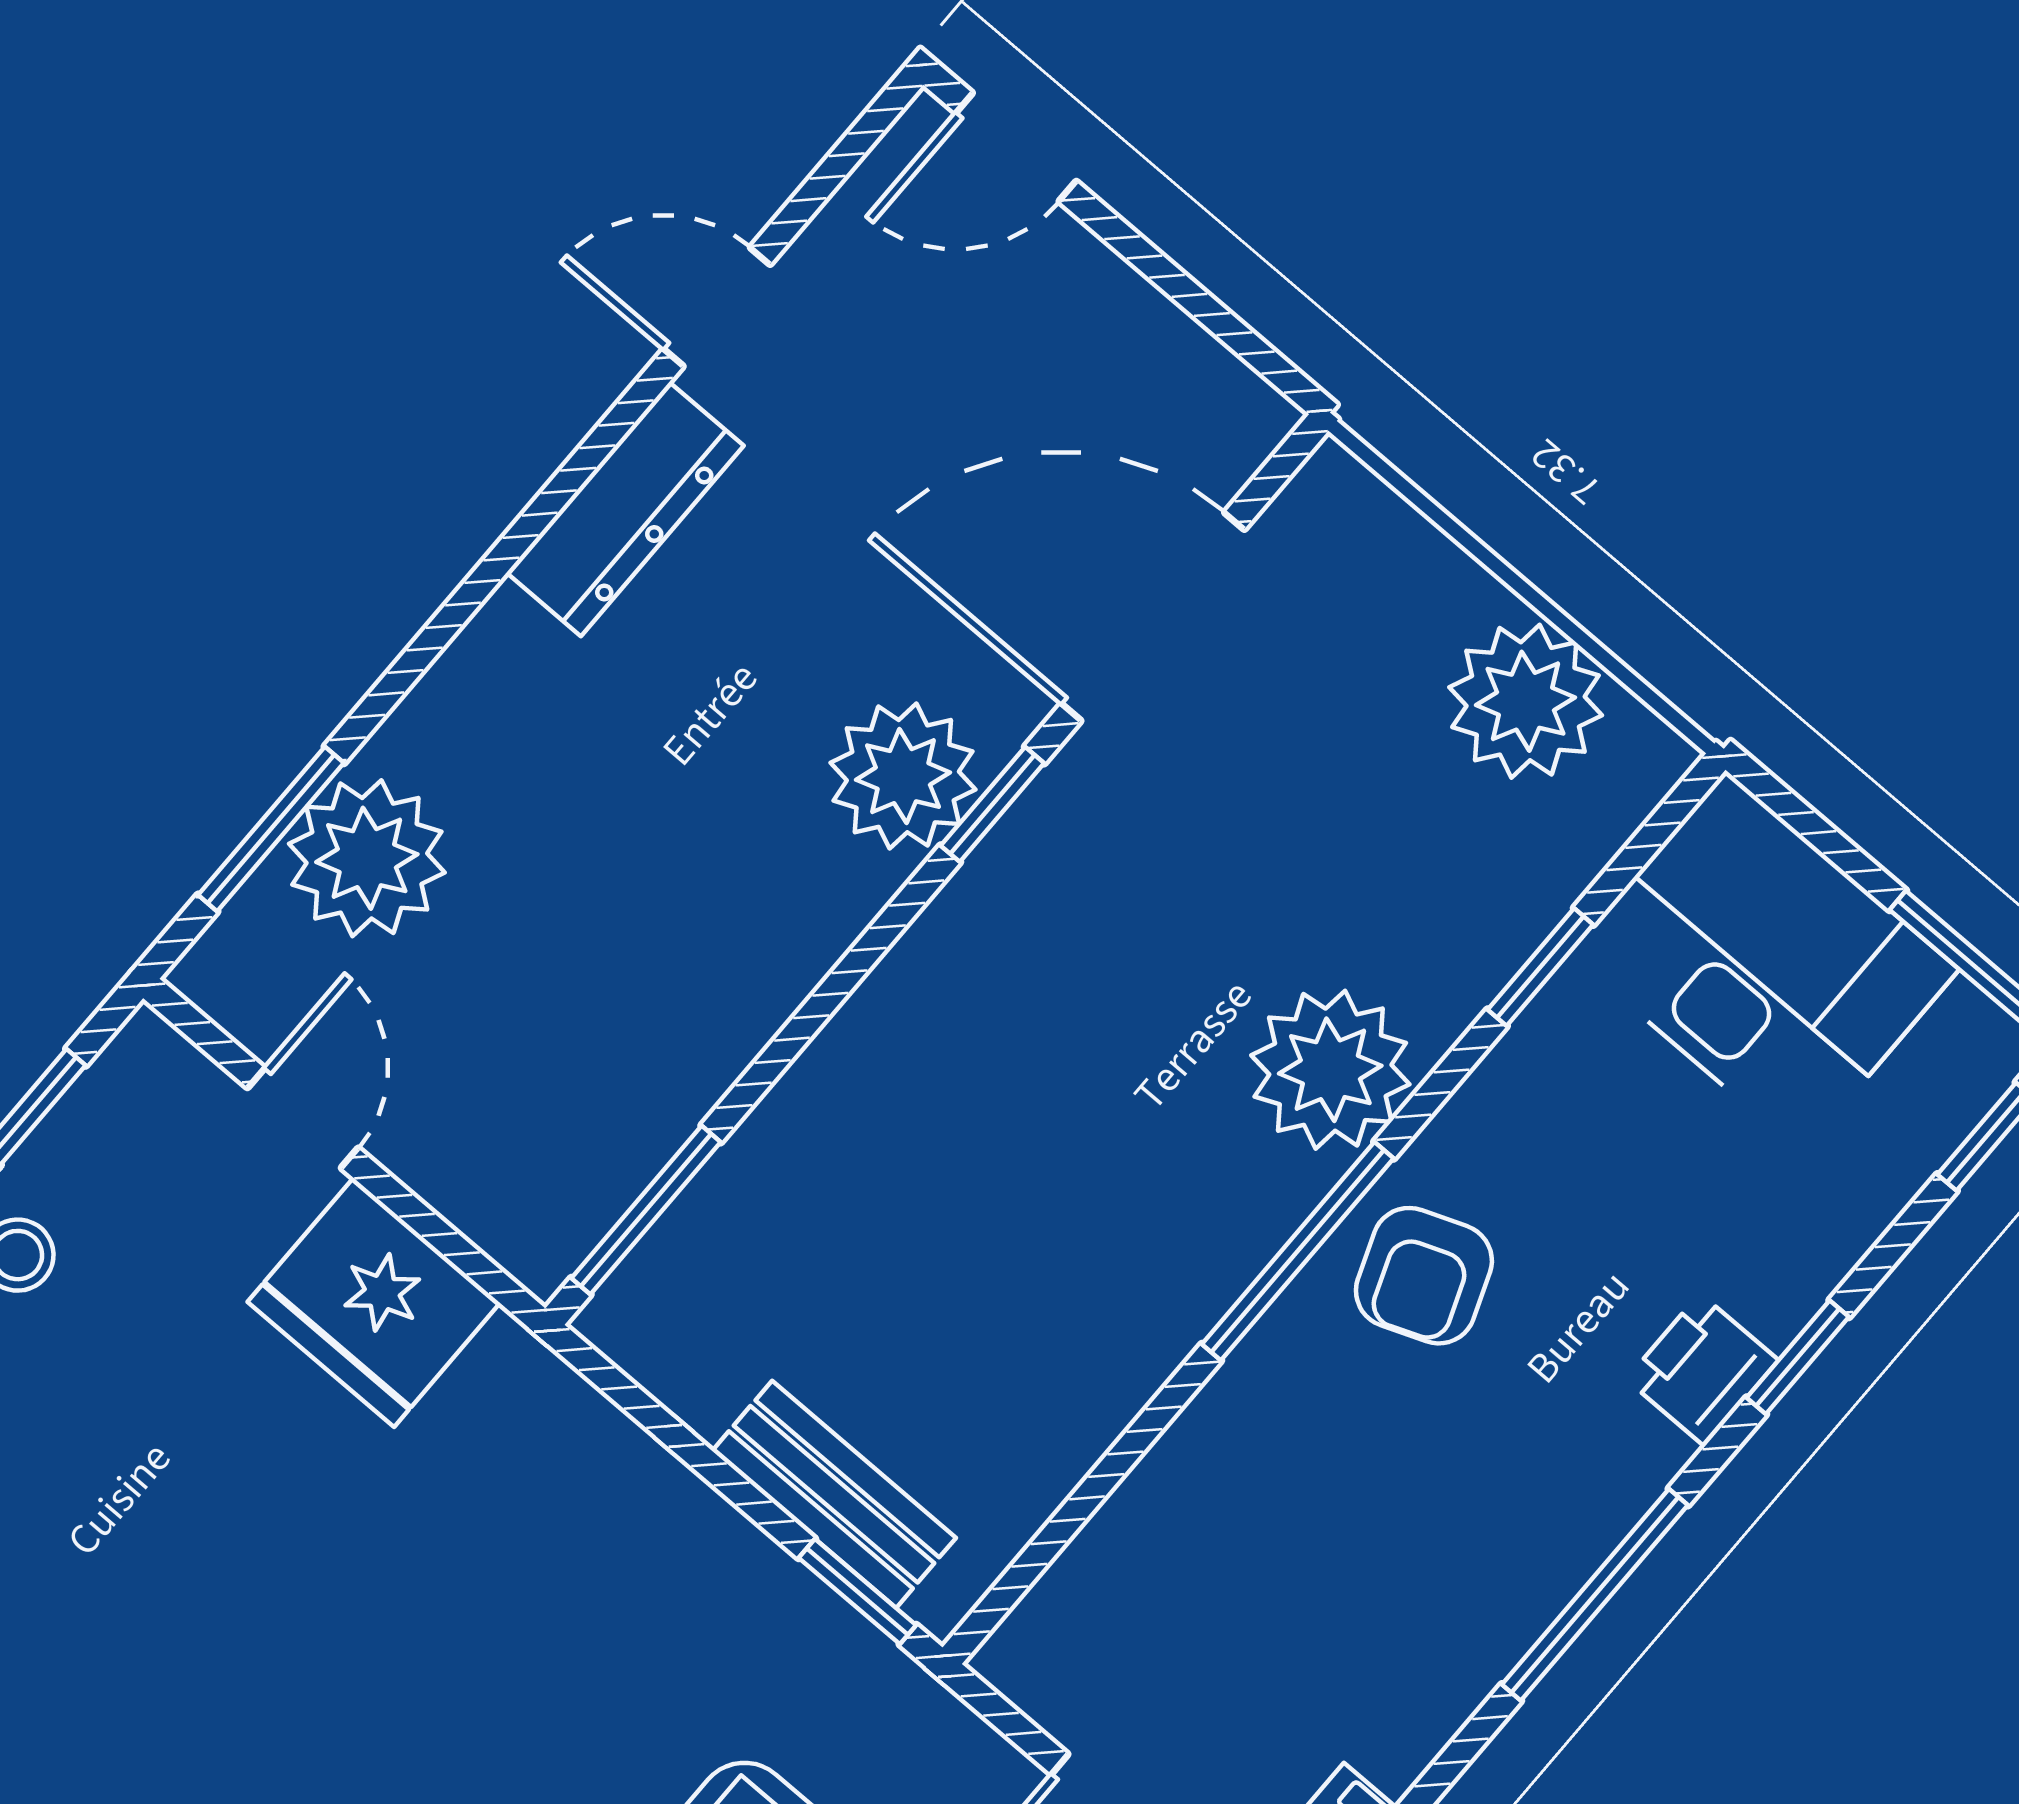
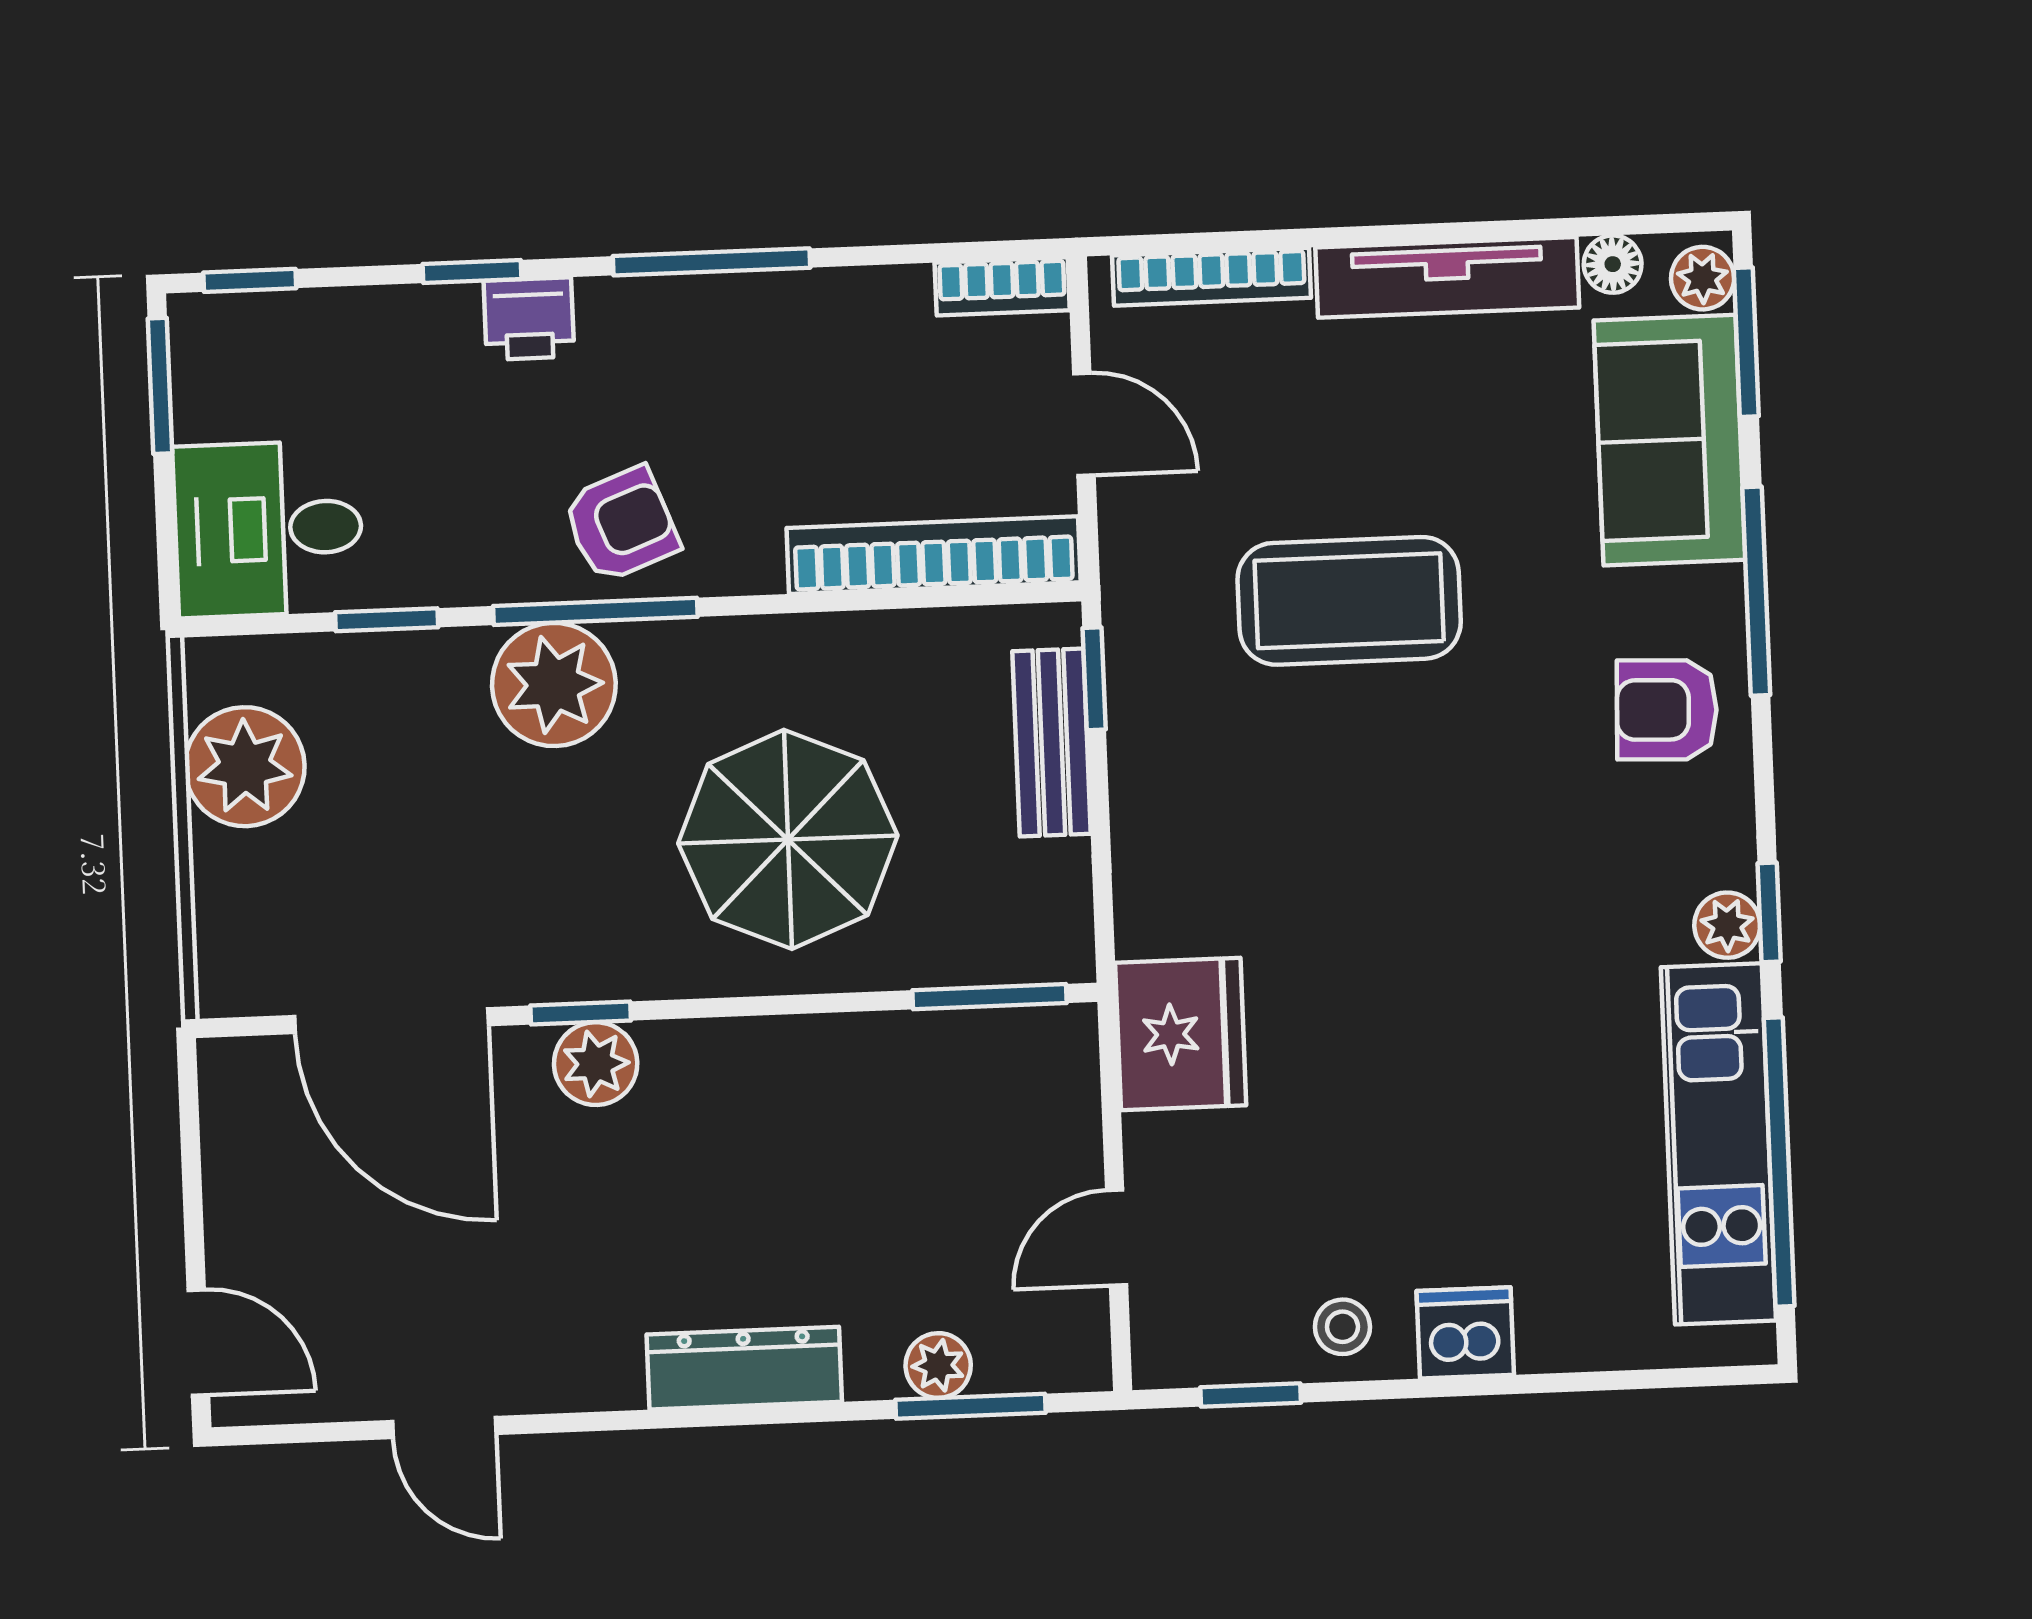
dresser: (625, 509) -> (744, 1368), moved
plant: (903, 776) -> (596, 1064), width x0.73, depth x0.73
plant: (367, 858) -> (938, 1366), width x0.53, depth x0.53
desk: (1764, 961) -> (268, 529), width x0.73
parasol: (975, 1156) -> (788, 839), added
window: (1298, 1251) -> (595, 611), moved
fridge: (374, 1302) -> (1181, 1034), moved
bookcase: (1118, 1547) -> (934, 555), added

